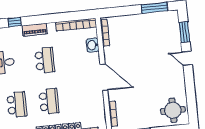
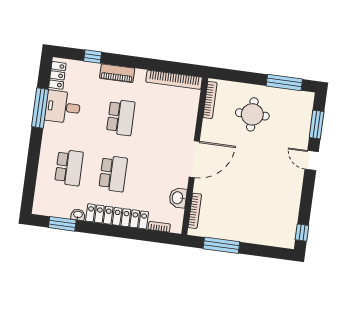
washbasin: (92, 45) -> (178, 198), moved
door: (104, 77) -> (194, 159), hinge flipped
round table: (173, 110) -> (252, 114), moved
window: (192, 111) -> (302, 233), added

